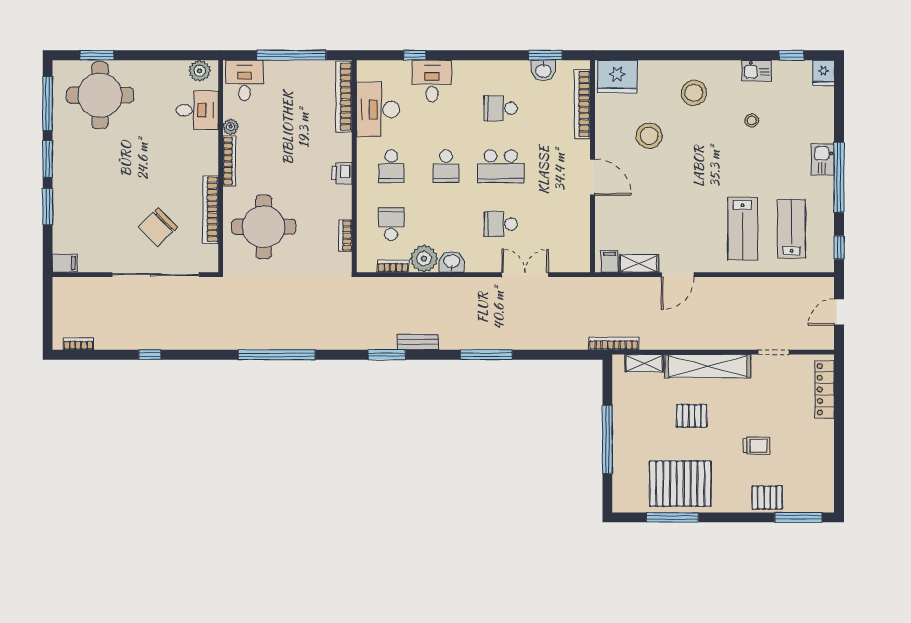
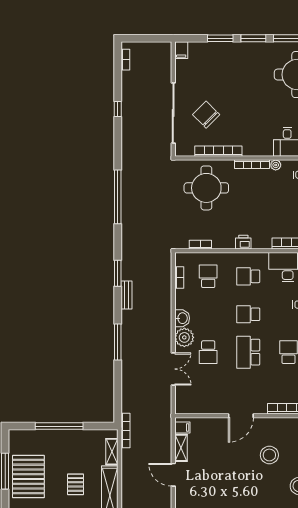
school desk: (391, 224) -> (208, 276), turned -90
school desk: (501, 224) -> (208, 352), turned 180
plant: (424, 259) -> (184, 337), moved

